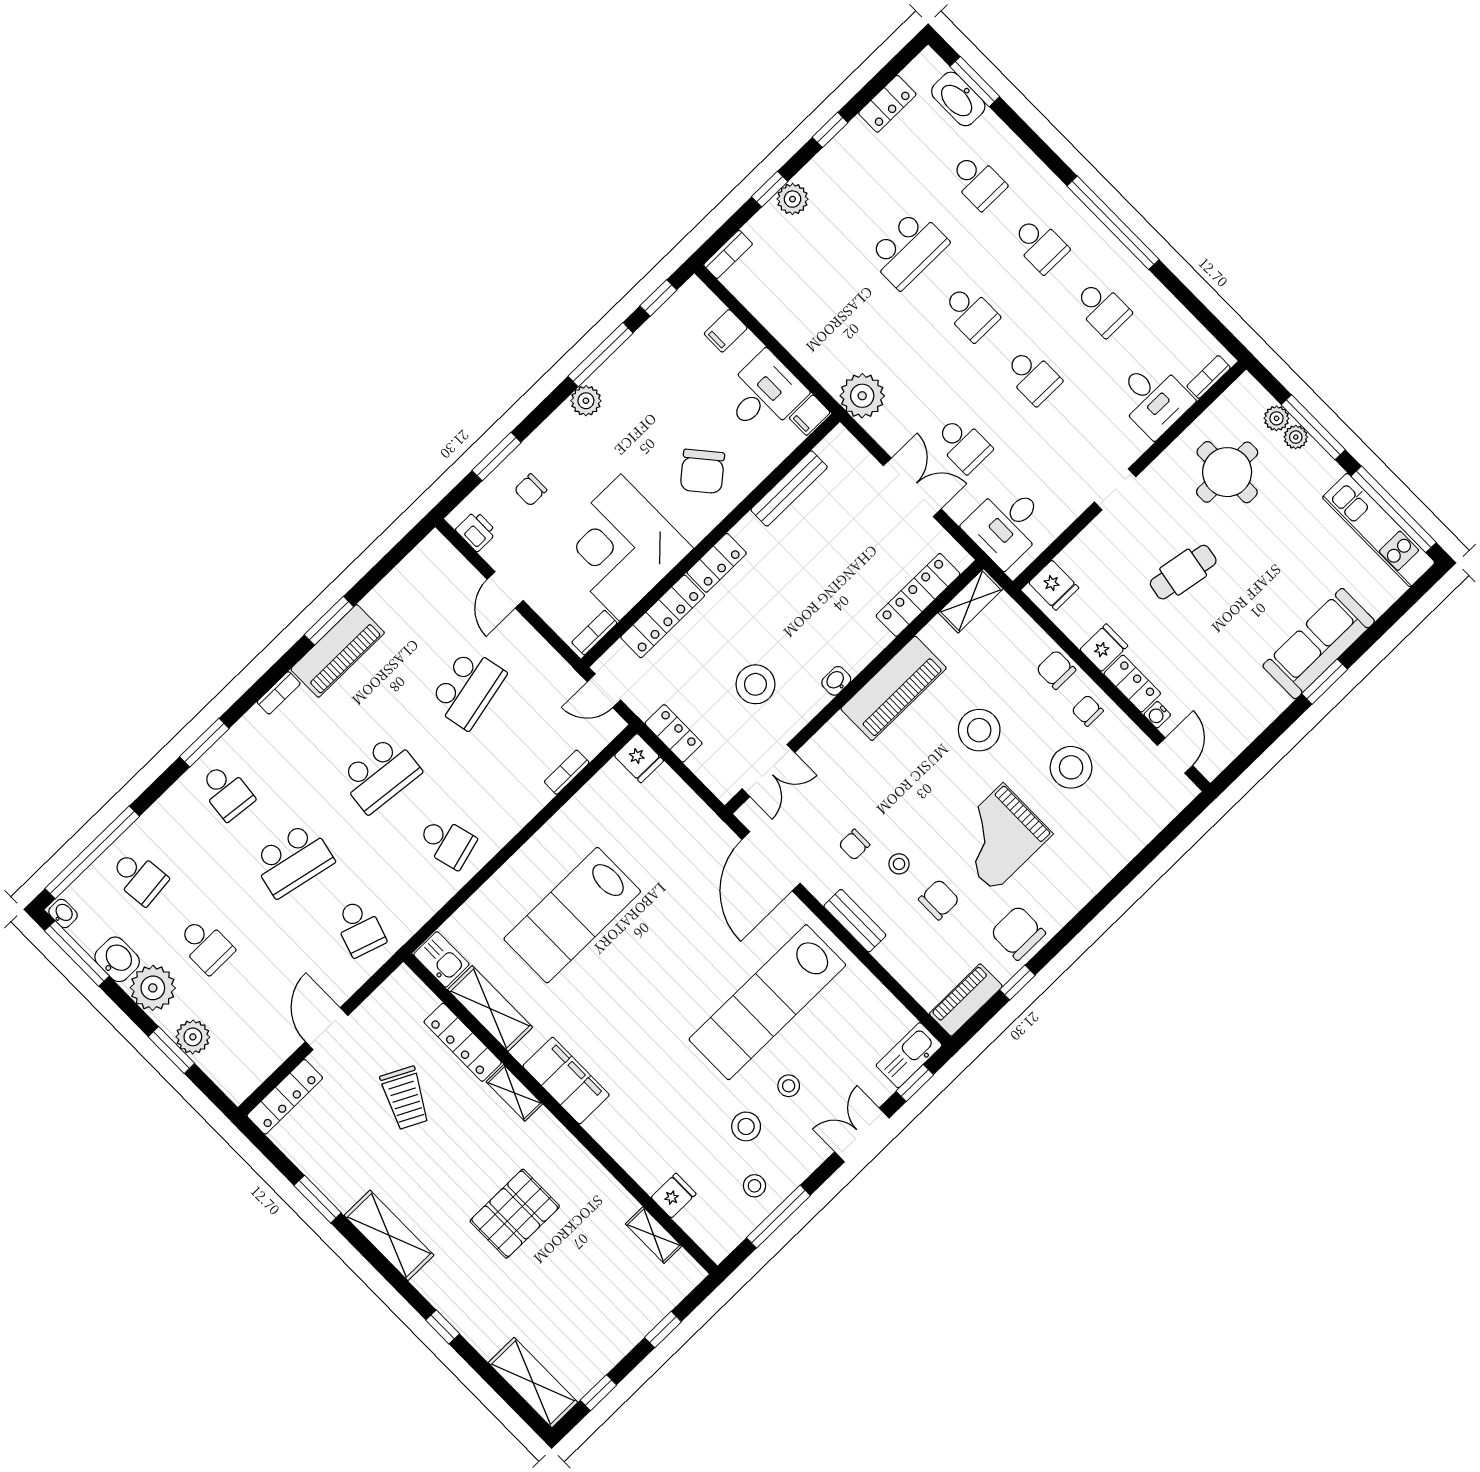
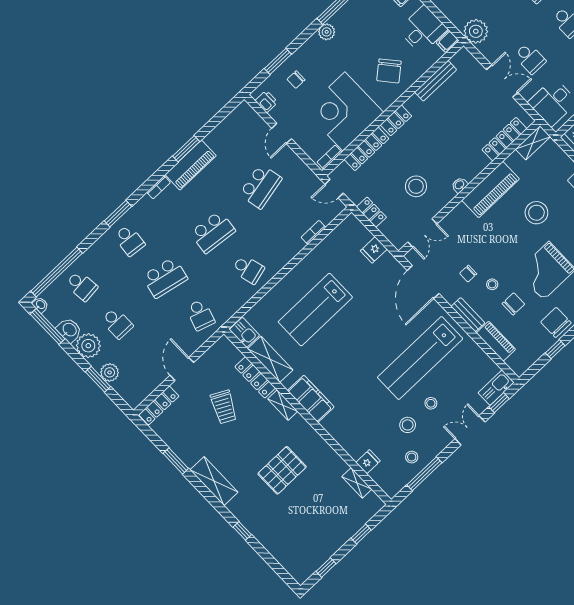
fridge: (639, 758) -> (374, 250), moved, turned 90
piano: (966, 1000) -> (496, 341), moved, turned 90
shelving: (533, 1382) -> (291, 562), removed

